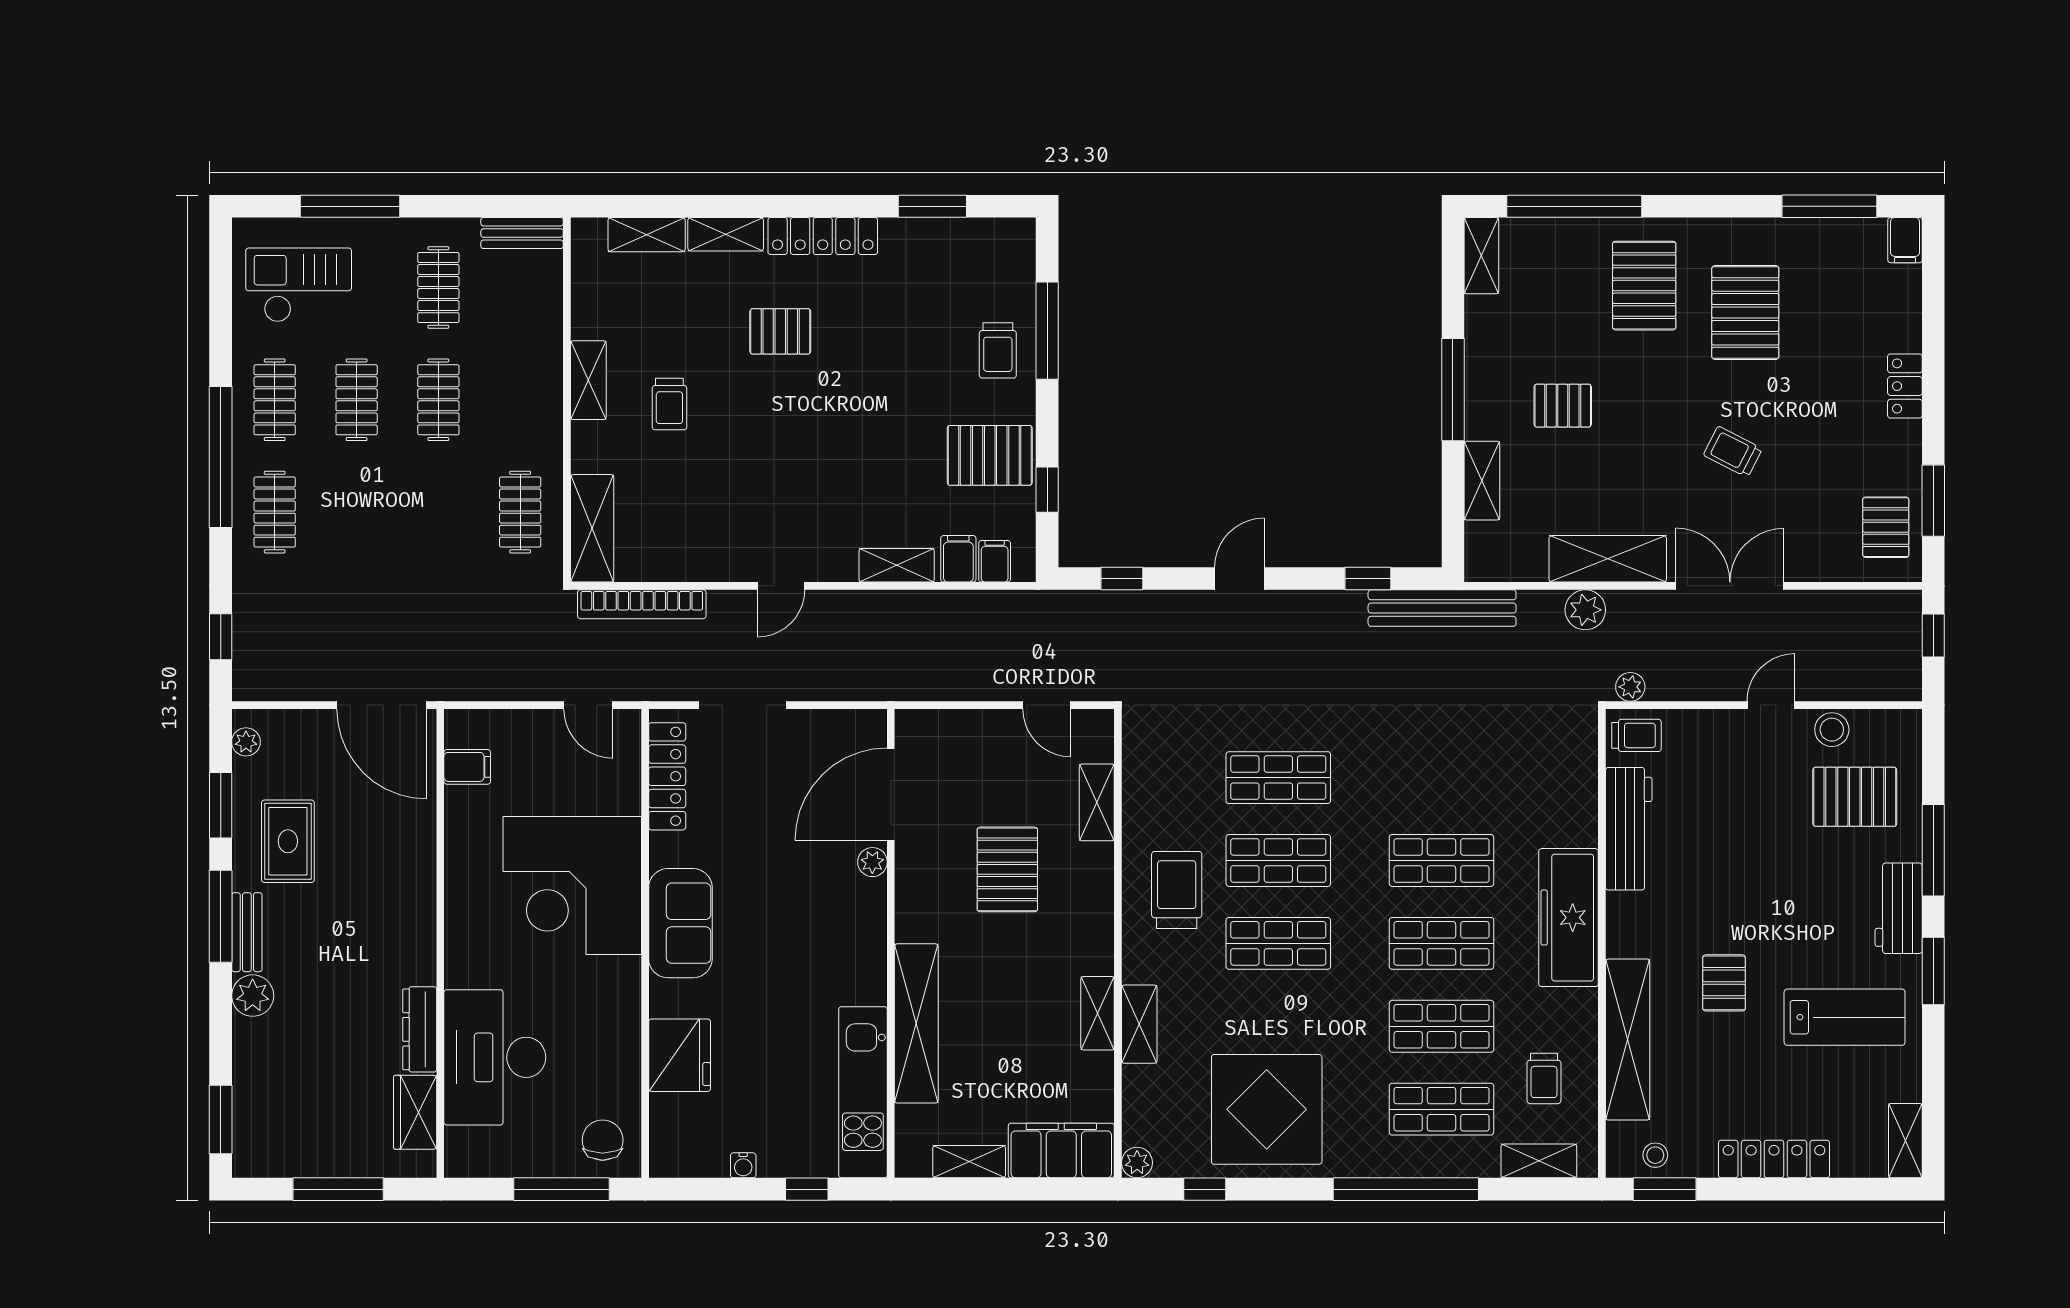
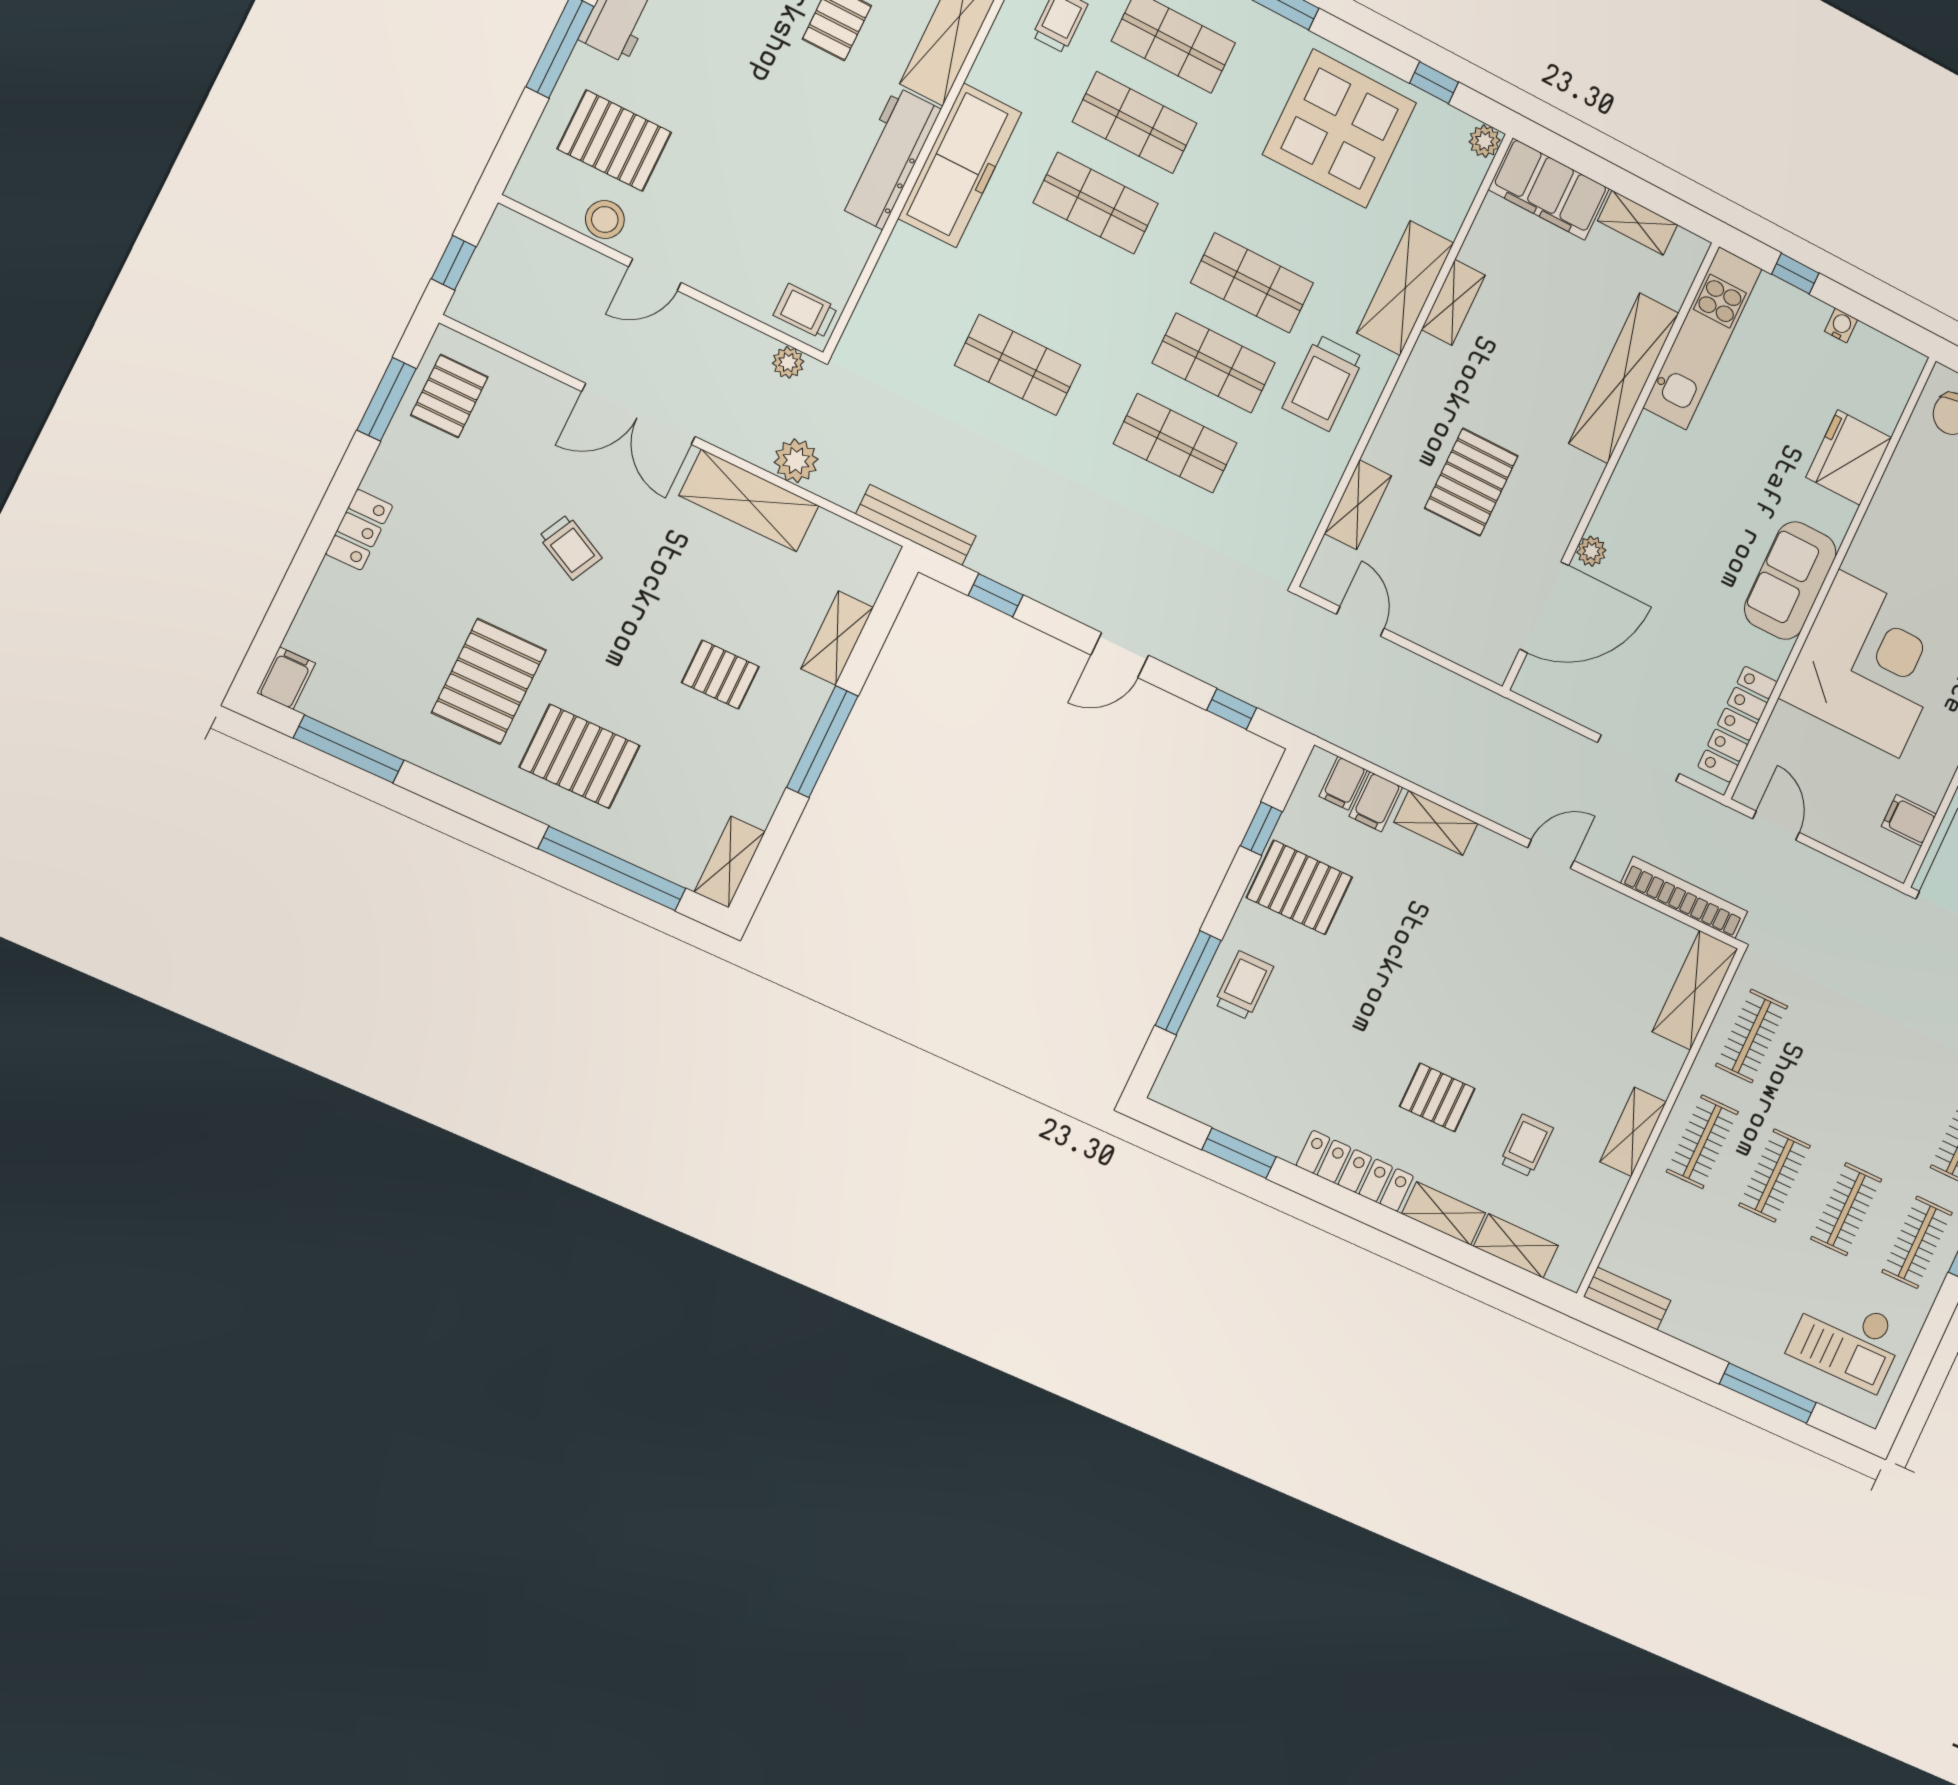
pallet: (1644, 286) -> (580, 756), turned 90
clothes rail: (438, 288) -> (1702, 1142), moved
trolley: (669, 404) -> (1526, 1145), moved
bench: (1442, 608) -> (916, 525), width x0.73, depth x0.82
workbench: (1629, 829) -> (889, 158), moved
shop shelf: (1442, 860) -> (1018, 365), moved
shelving: (1139, 1024) -> (1405, 288), width x1.50, depth x1.33

